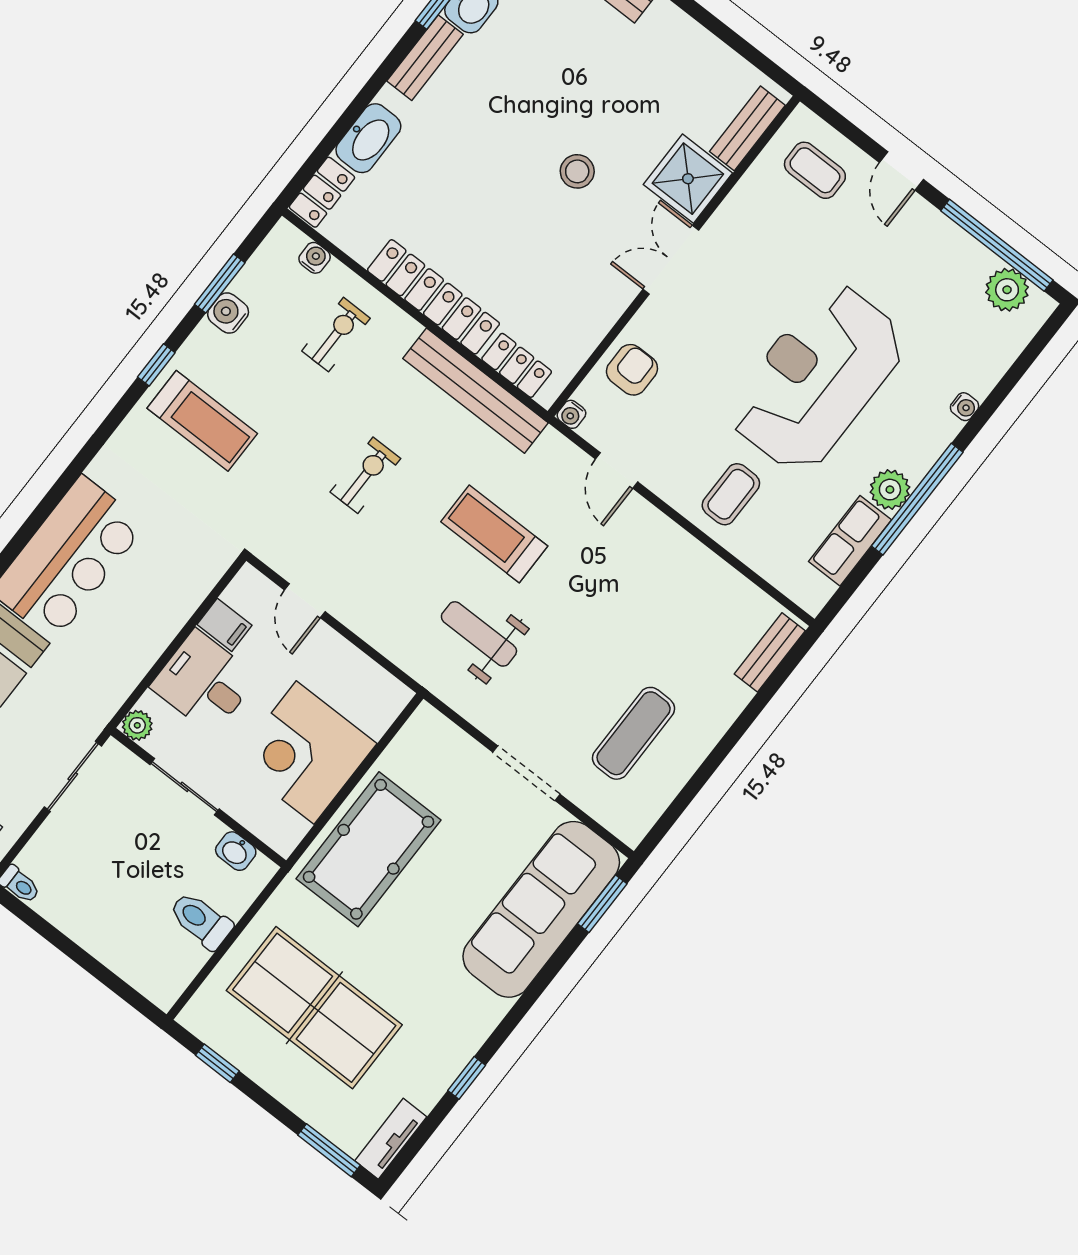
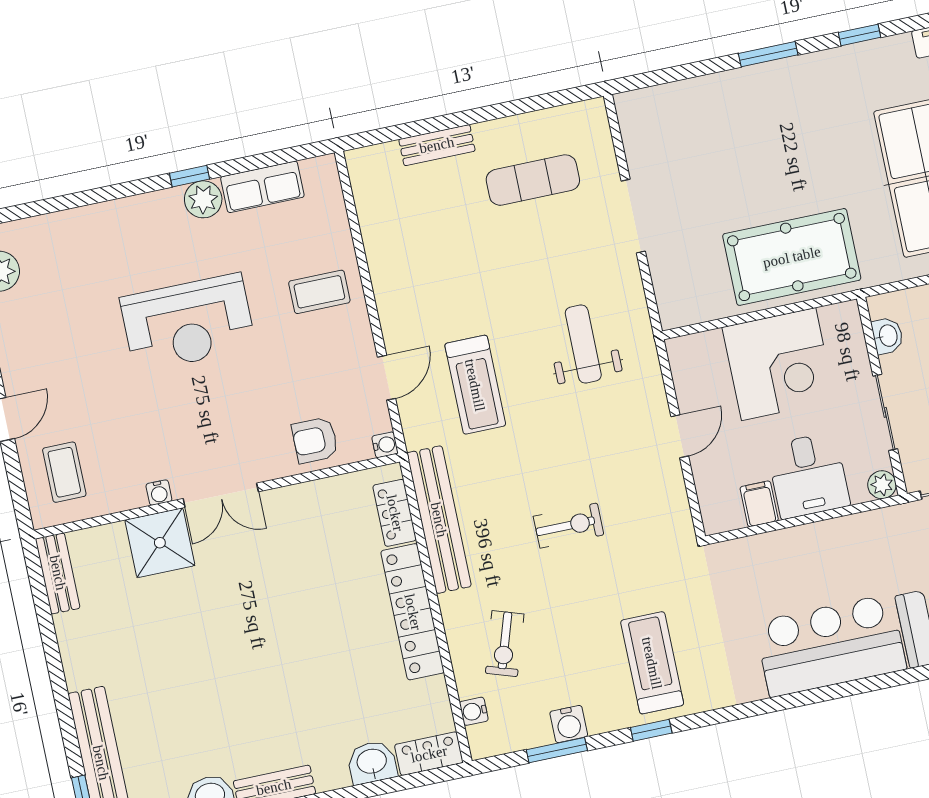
bench: (747, 128) -> (58, 573), moved, turned 90
washbasin: (368, 138) -> (372, 762), width x0.72
stool: (577, 171) -> (234, 615), removed
exercise bike: (336, 335) -> (505, 644), turned -72
reception desk: (817, 378) -> (188, 323), width x0.74, depth x0.77
water cooler: (965, 407) -> (159, 493), moved, turned 180
exercise bike: (365, 475) -> (569, 526), turned 180
window: (917, 499) -> (190, 176), width x0.32
treadmill: (494, 534) -> (475, 385), moved
door: (305, 601) -> (680, 436), moved
weight bench: (479, 634) -> (583, 344), turned 180
bench: (770, 652) -> (437, 145), moved
window: (602, 904) -> (768, 54), moved
sofa: (541, 909) -> (705, 110), removed

